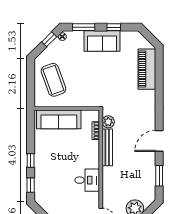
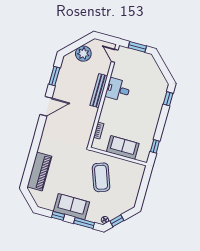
coffee table: (53, 80) -> (101, 177), moved
sofa: (59, 119) -> (123, 148), width x0.73
plant: (108, 122) -> (86, 135), removed
bench: (107, 147) -> (99, 91), moved
window: (31, 161) -> (155, 146), moved

